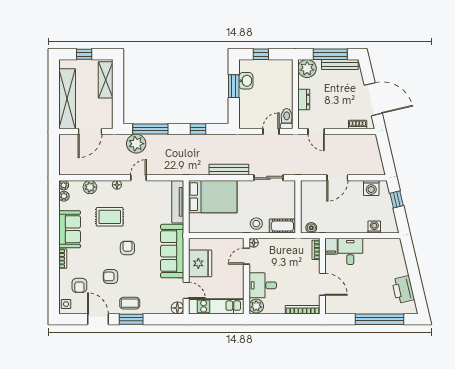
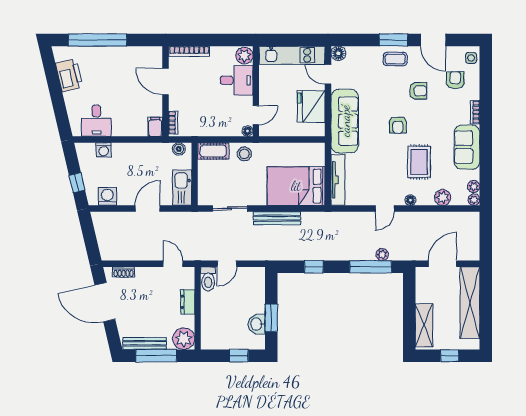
plant: (136, 144) -> (382, 255), width x0.53, depth x0.53
kitchen sink: (308, 195) -> (182, 188), added
rug: (110, 217) -> (419, 162), turned 90
desk: (350, 251) -> (96, 121), moved

